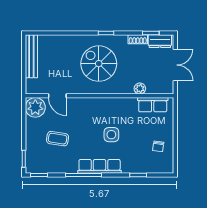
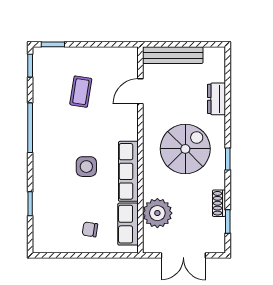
dresser: (160, 41) -> (217, 99), moved
bench: (31, 56) -> (173, 55), moved
plant: (140, 89) -> (157, 213), width x1.88, depth x1.88
plant: (35, 107) -> (124, 61), removed
chair: (158, 146) -> (90, 229), moved
row of seats: (100, 166) -> (128, 171), moved, turned 180

